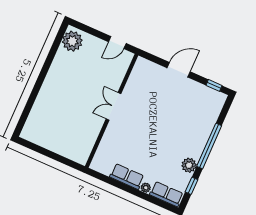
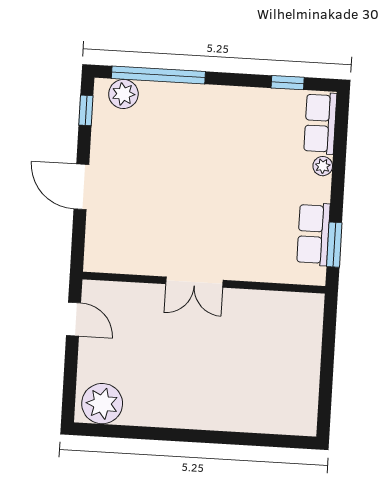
window: (209, 146) -> (158, 75), moved
plant: (189, 165) -> (123, 94), moved
row of seats: (127, 176) -> (313, 234), moved
window: (107, 179) -> (334, 245), added

